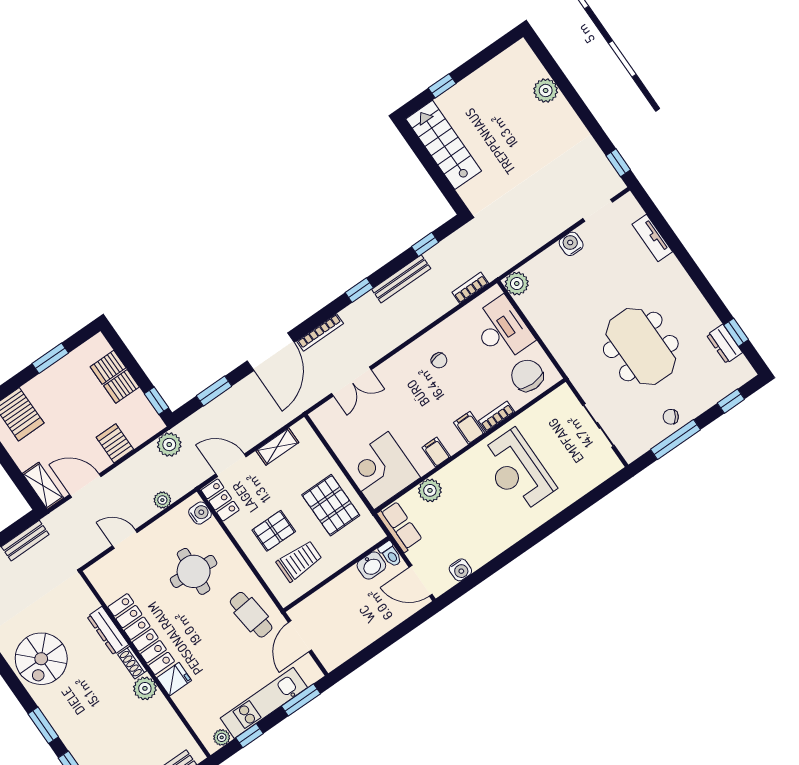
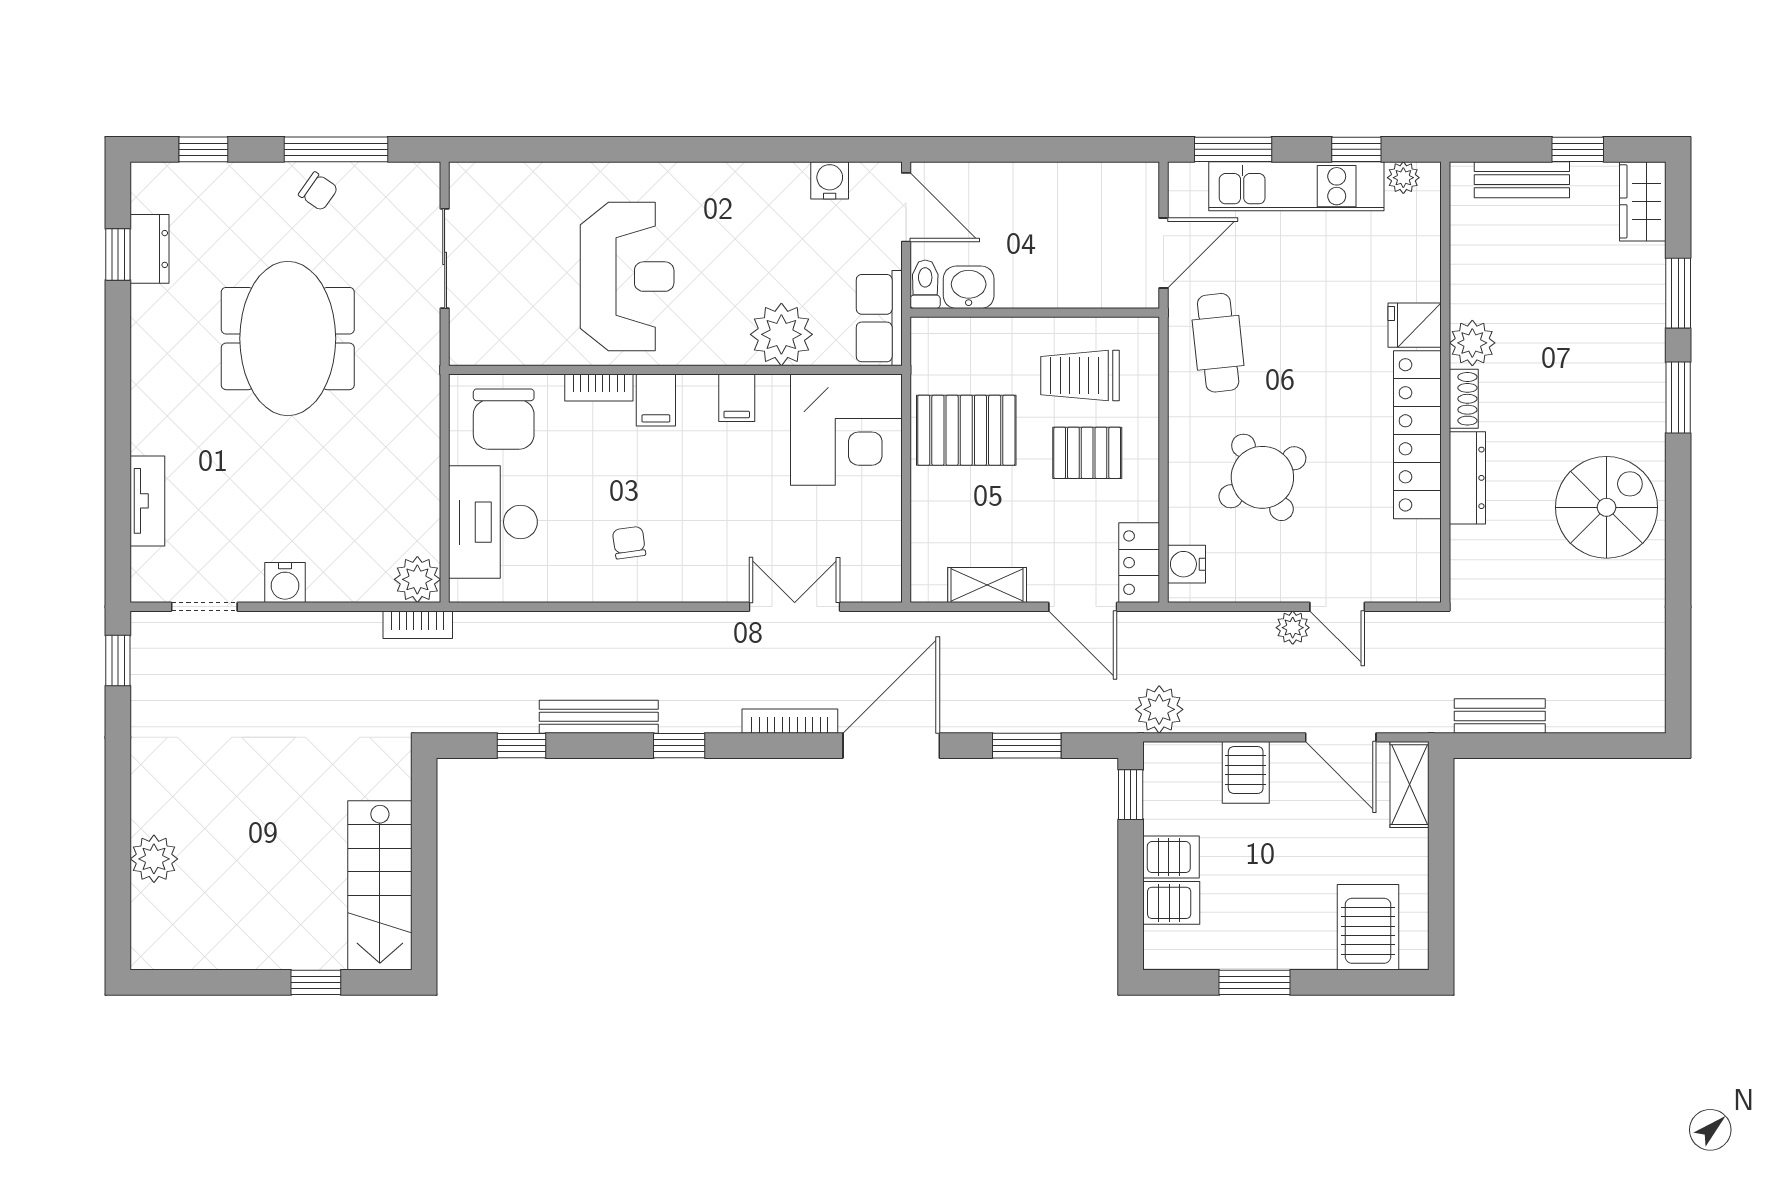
bookcase: (470, 288) -> (418, 625), moved
plant: (430, 490) -> (781, 334), width x1.36, depth x1.36
plant: (162, 500) -> (1293, 628), moved
pallet: (331, 505) -> (966, 430), turned 90
round table: (194, 571) -> (1262, 477), turned -36

